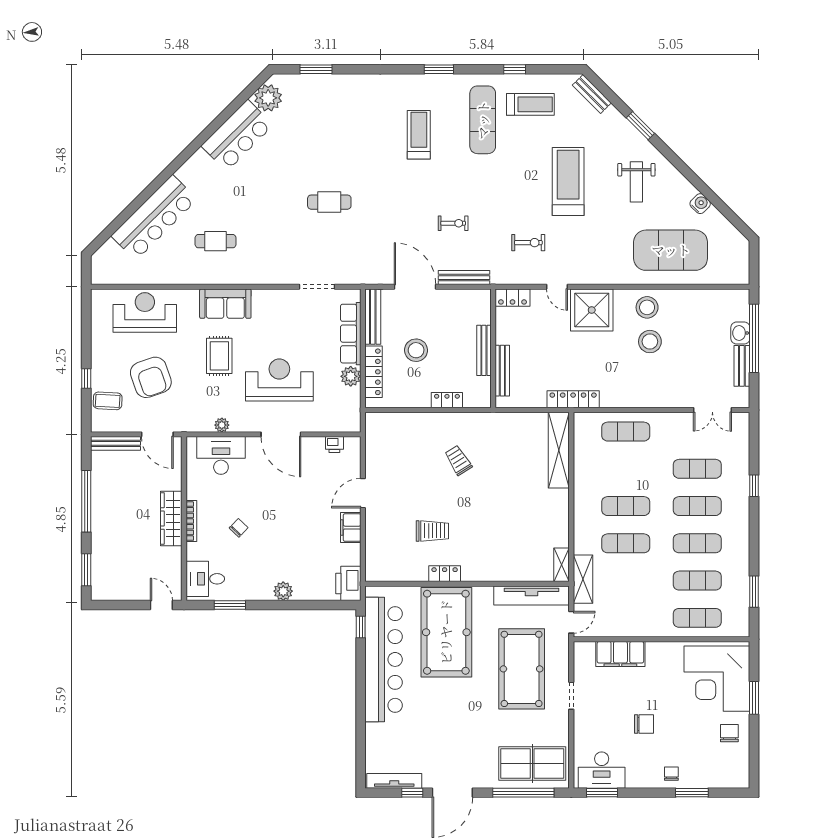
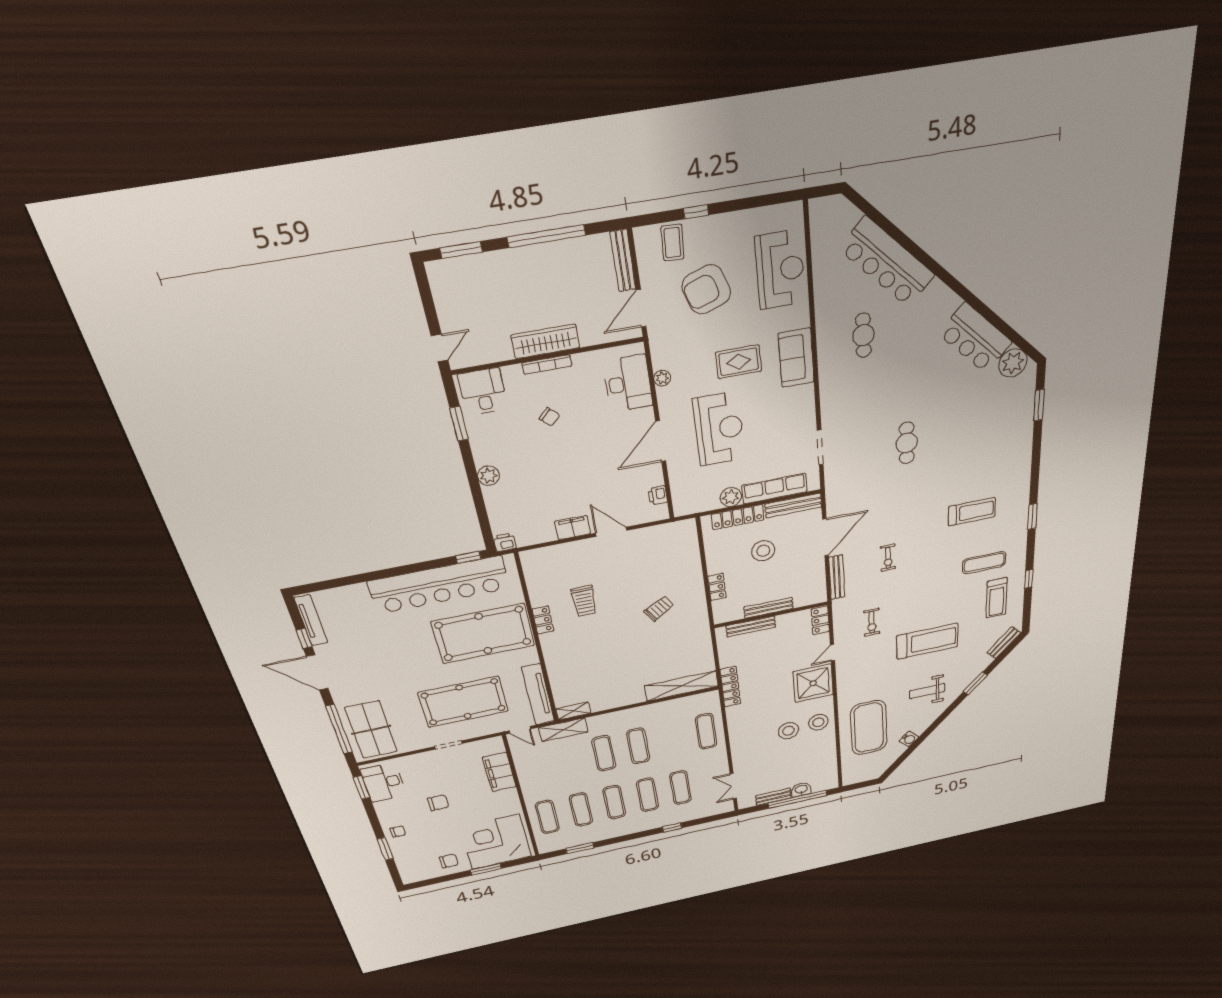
exercise mat: (483, 120) -> (984, 563), width x0.73, depth x0.69
printer: (348, 583) -> (505, 542), width x0.53, depth x0.68
chair: (644, 724) -> (438, 803), turned -90

